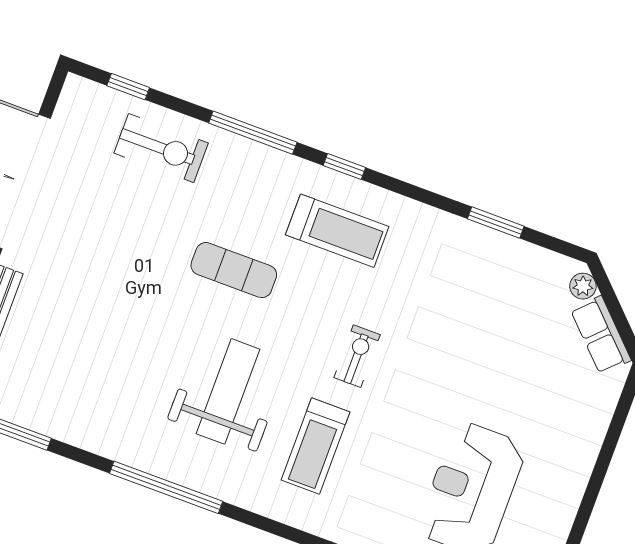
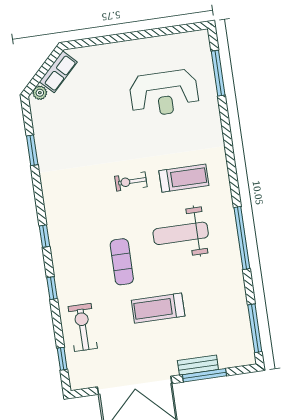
window: (253, 133) -> (52, 288), width x0.46
treadmill: (337, 231) -> (158, 308), moved, turned -90

